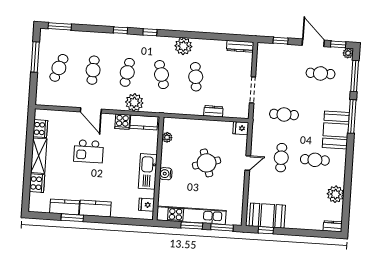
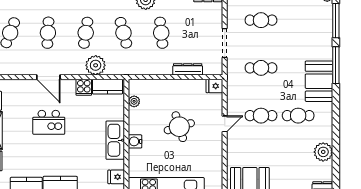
cafe table: (320, 73) -> (261, 20), moved
dresser: (213, 111) -> (188, 69), width x1.44
cafe table: (281, 158) -> (261, 116), turned 90

